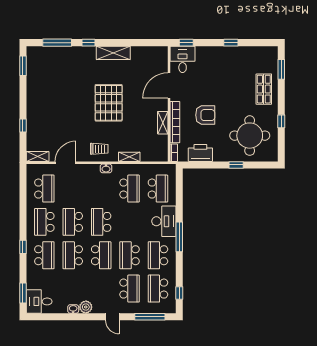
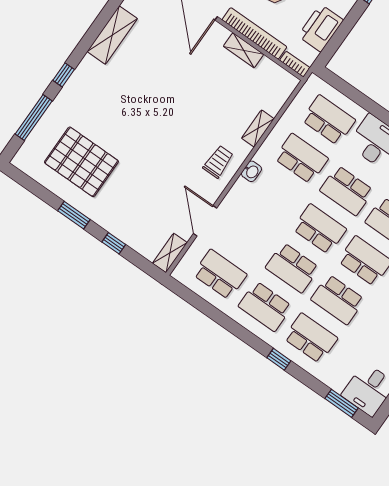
shelving: (113, 53) -> (112, 35), moved
window: (23, 66) -> (74, 215), moved
pallet: (109, 103) -> (81, 162), moved
school desk: (101, 222) -> (320, 229), turned 180
school desk: (130, 222) -> (347, 190), added

